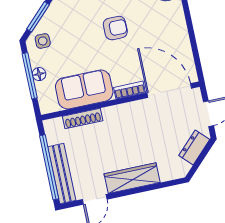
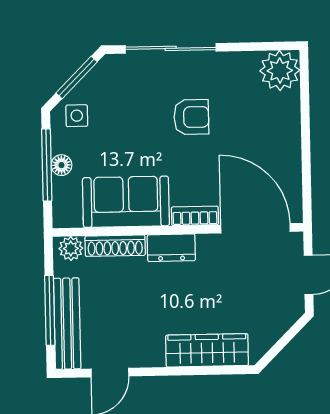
plant: (55, 126) -> (71, 248), added
dresser: (194, 147) -> (171, 248), moved, turned -135
window: (49, 167) -> (50, 310), width x0.68
wardrobe: (132, 178) -> (207, 350), moved

